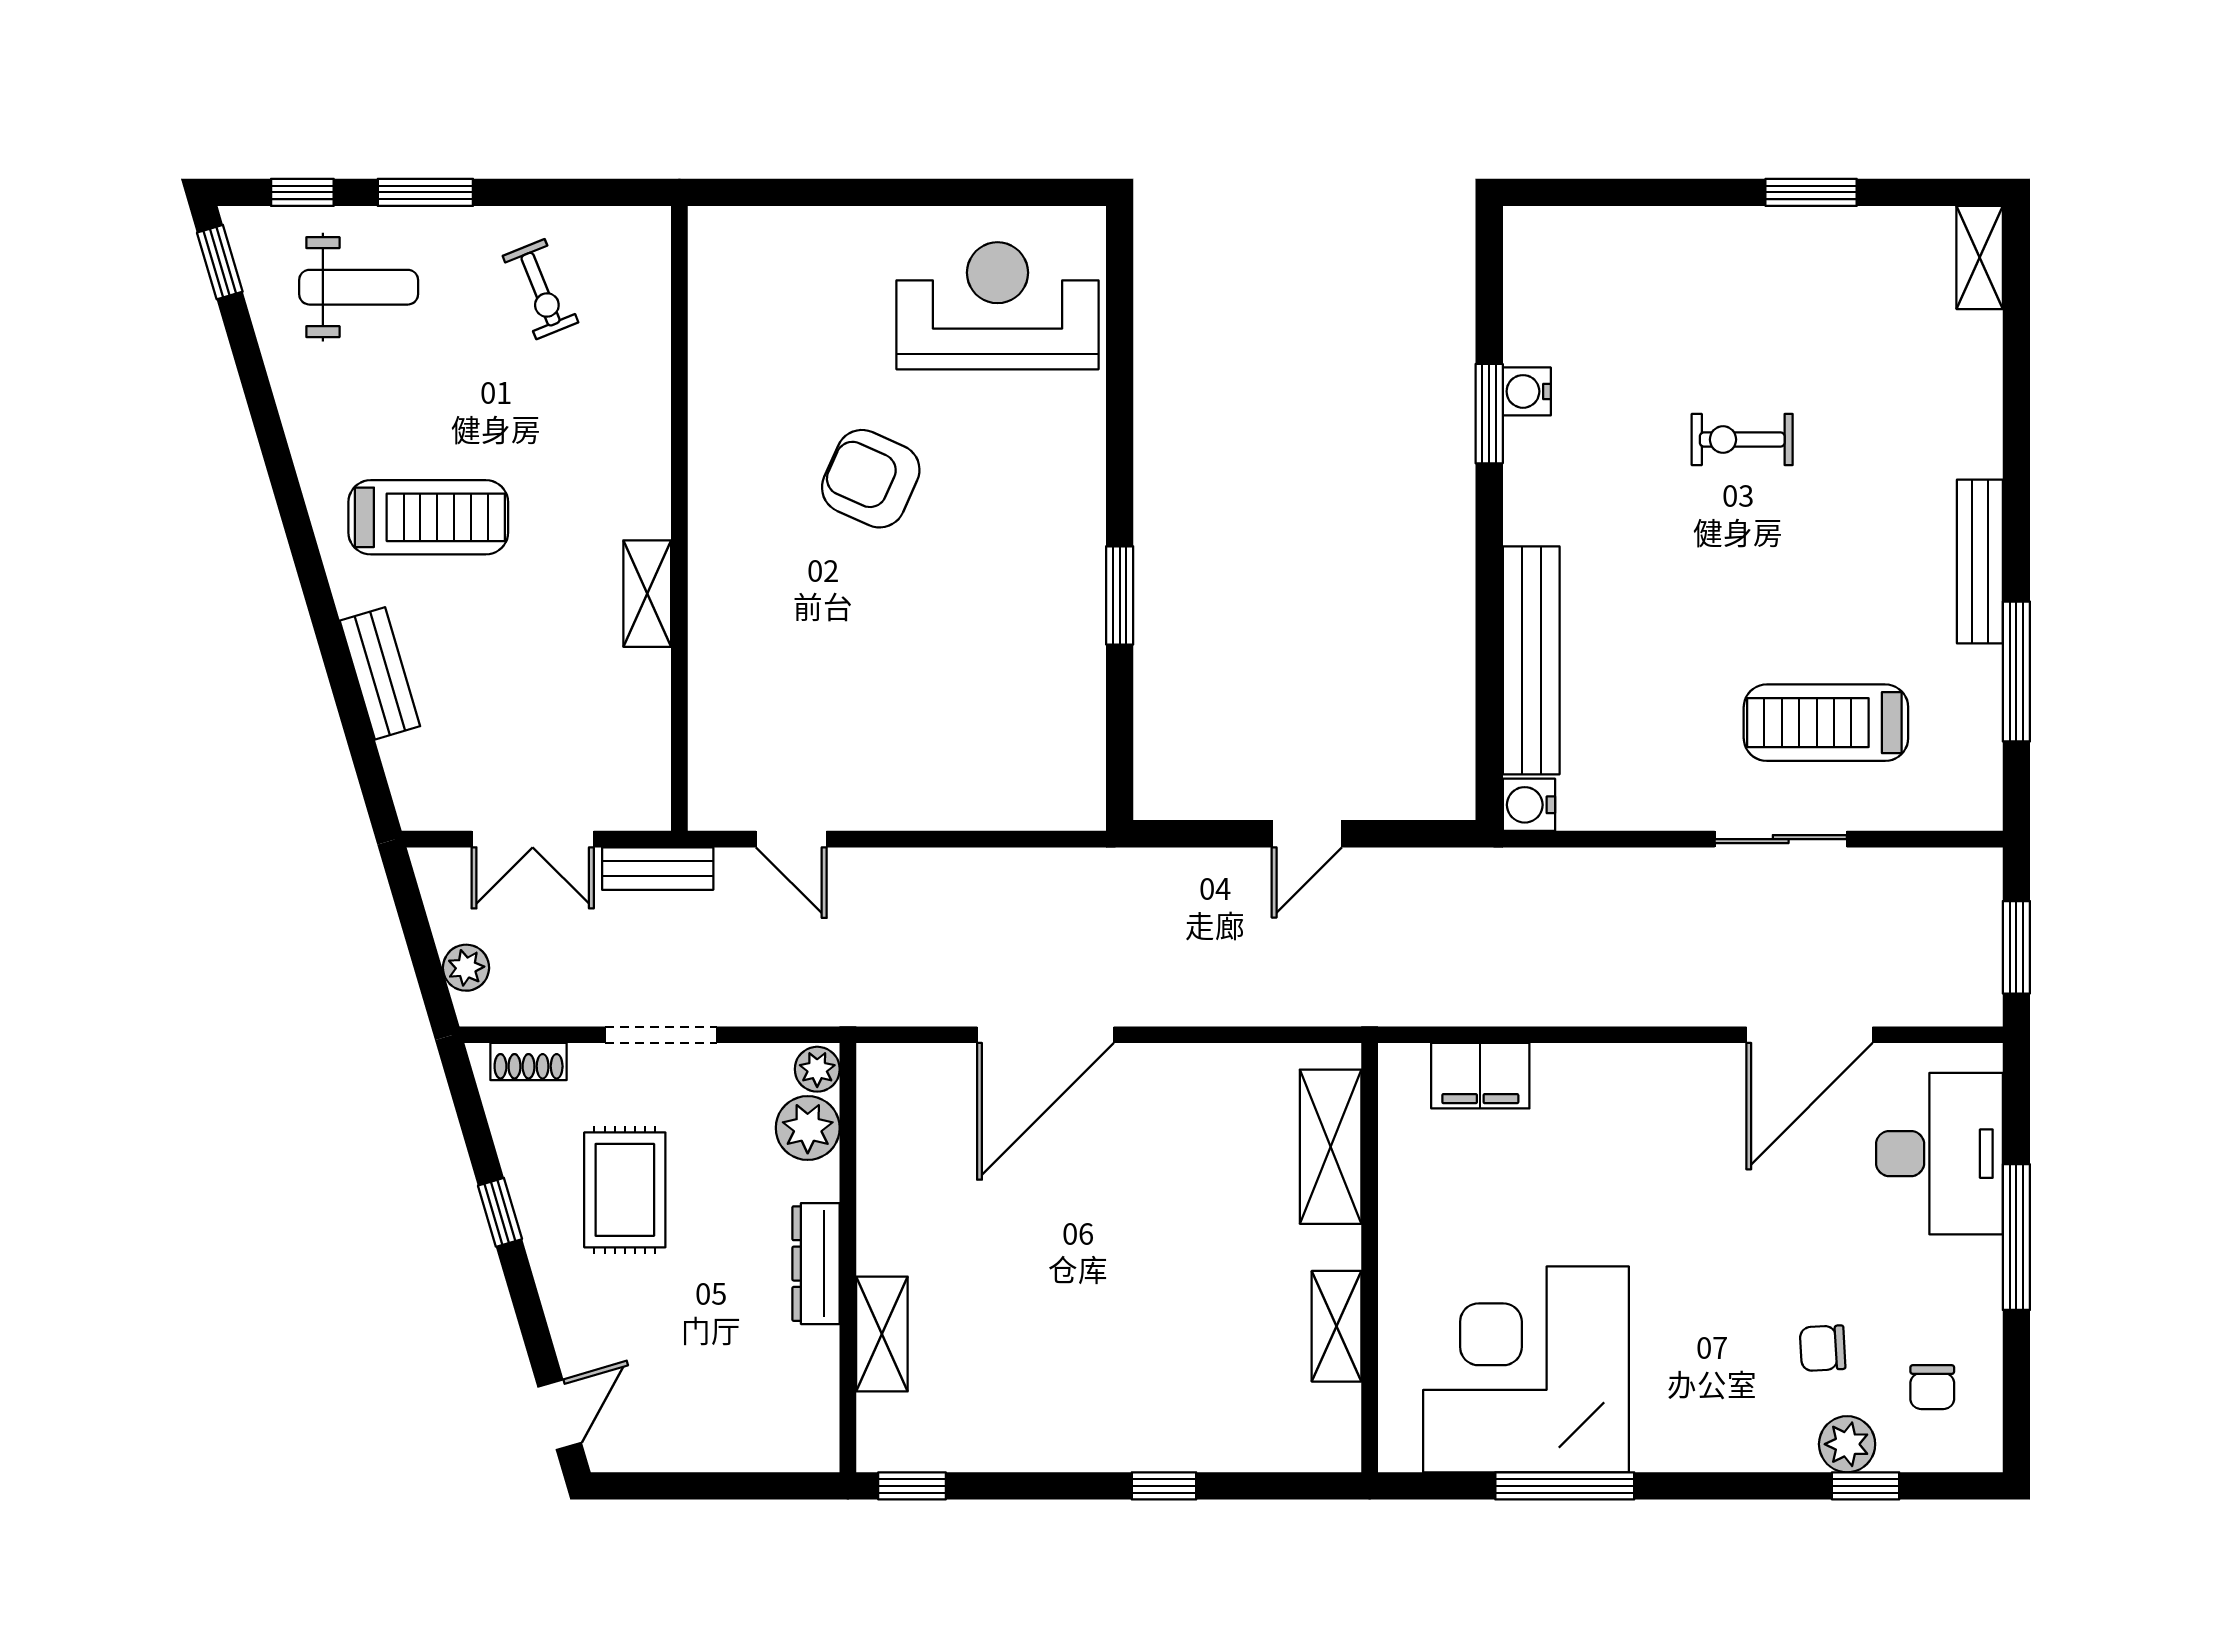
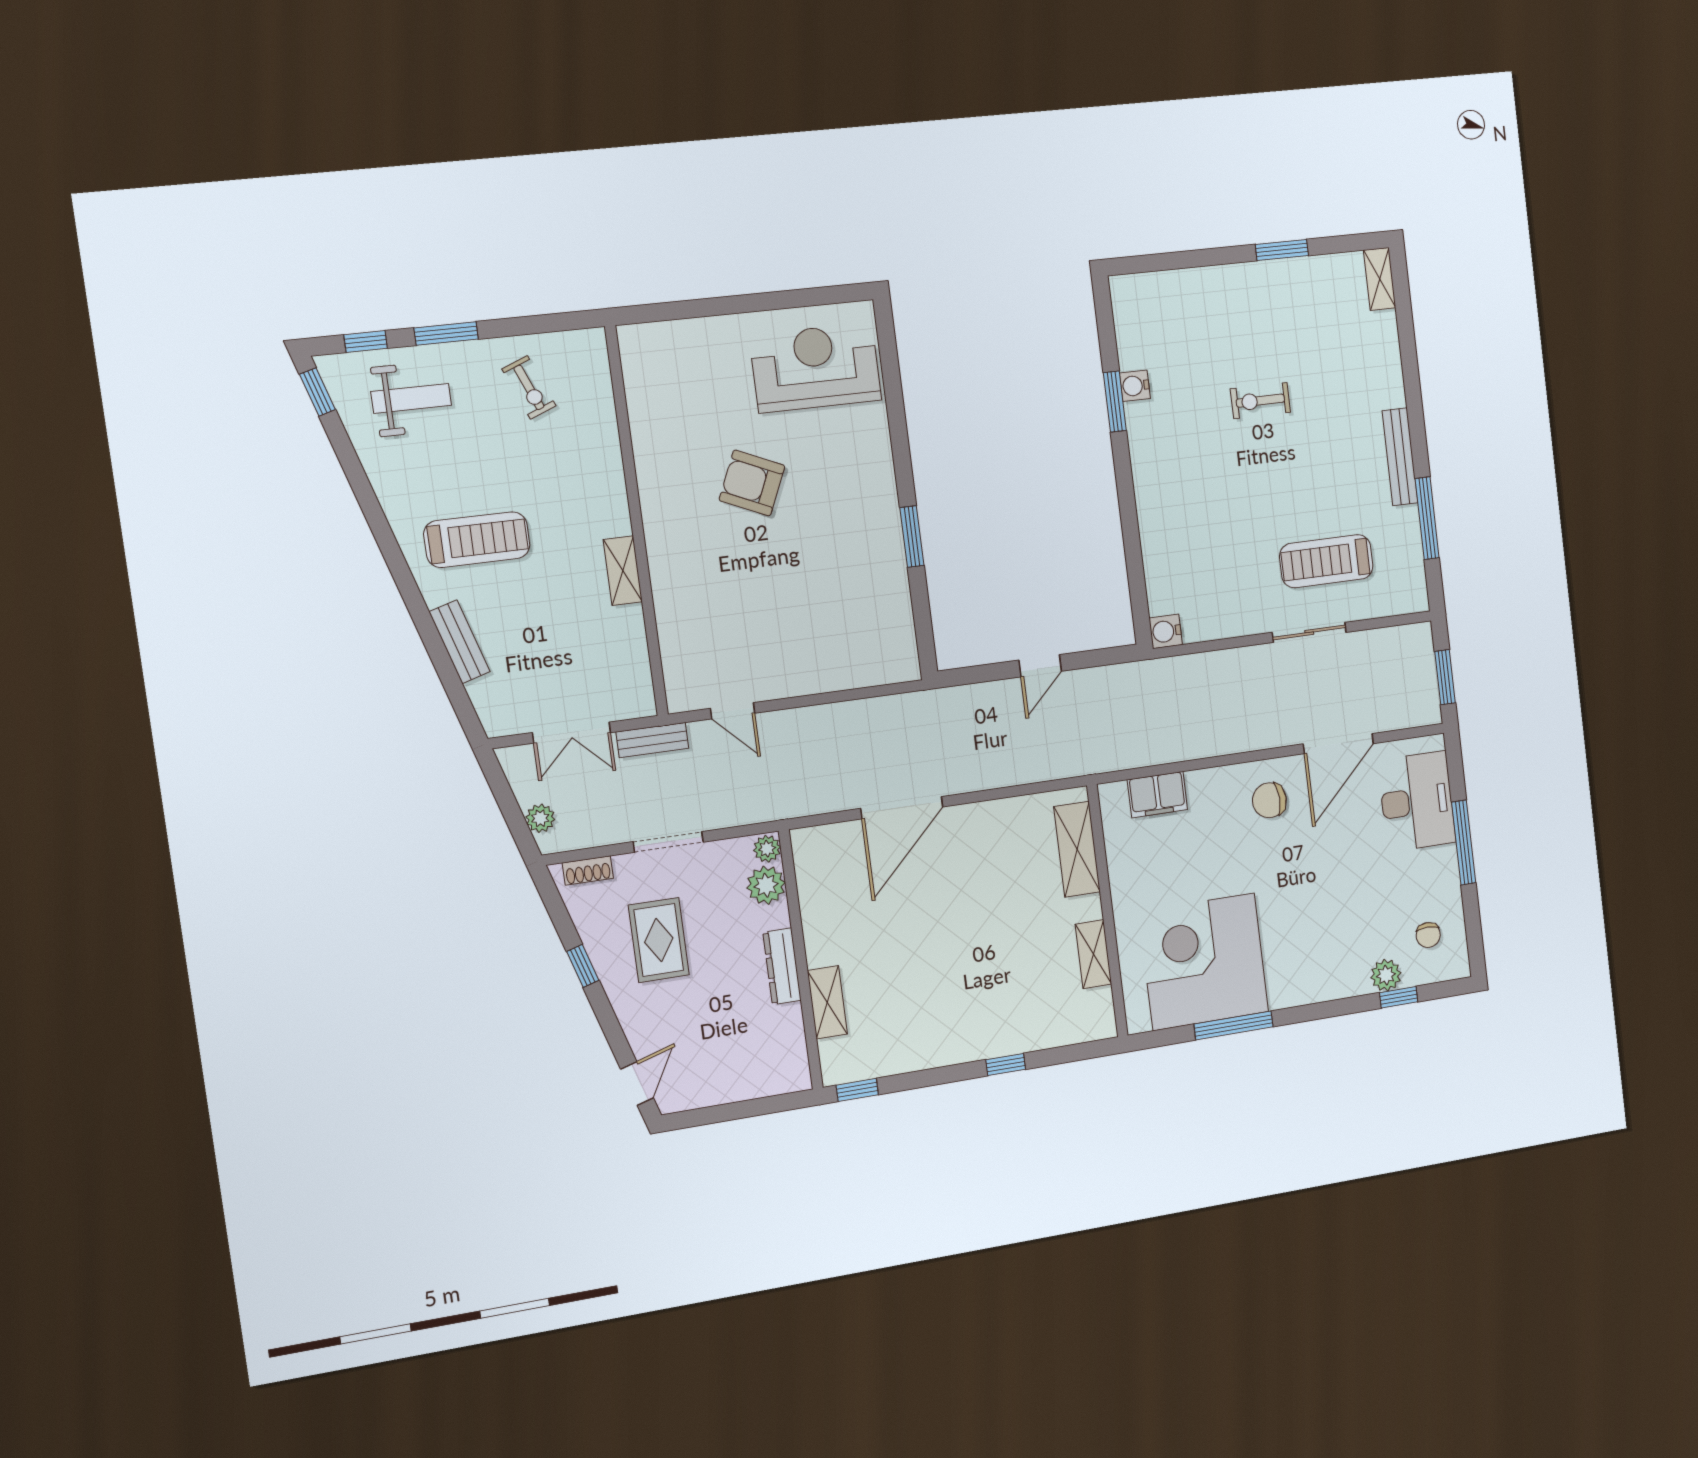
bench: (1531, 660) -> (1157, 546), removed
chair: (1823, 1348) -> (1269, 800), moved, width x1.37, depth x1.37

